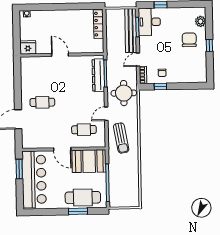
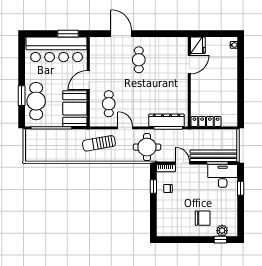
locker: (98, 24) -> (206, 121), moved
window: (209, 45) -> (220, 240), moved
door: (60, 55) -> (189, 65), moved

